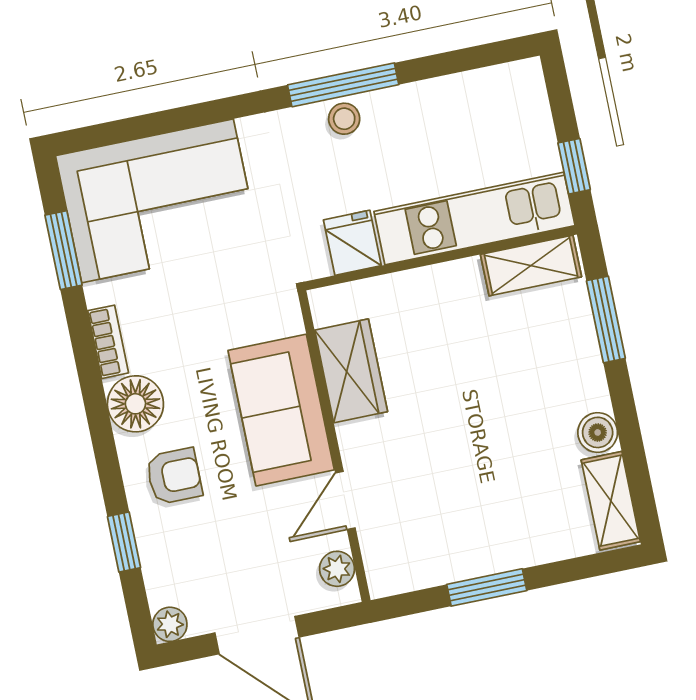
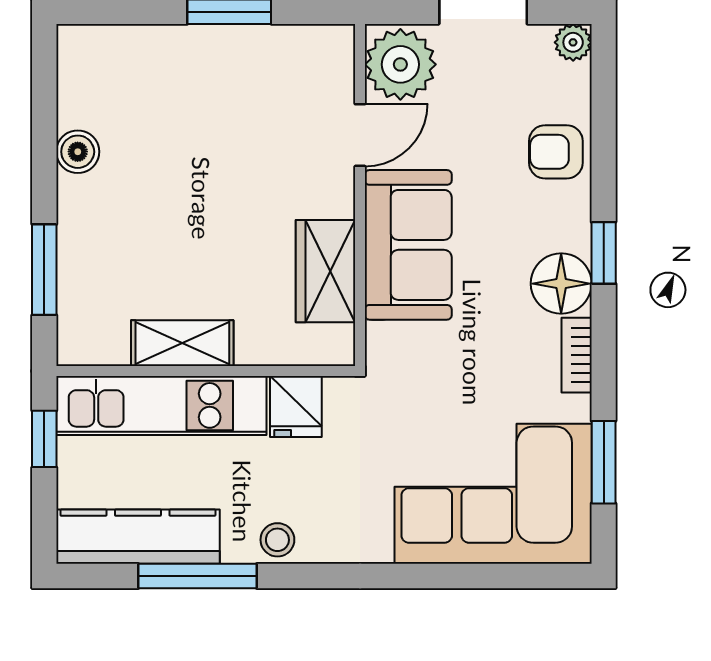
window: (343, 85) -> (197, 576), moved
kitchen counter: (471, 95) -> (138, 537), added
shelving: (531, 266) -> (182, 343), moved
armchair: (174, 476) -> (556, 152), moved
shelving: (611, 501) -> (79, 77), removed
window: (124, 542) -> (604, 253), moved
plant: (337, 569) -> (400, 64), width x1.88, depth x1.88

